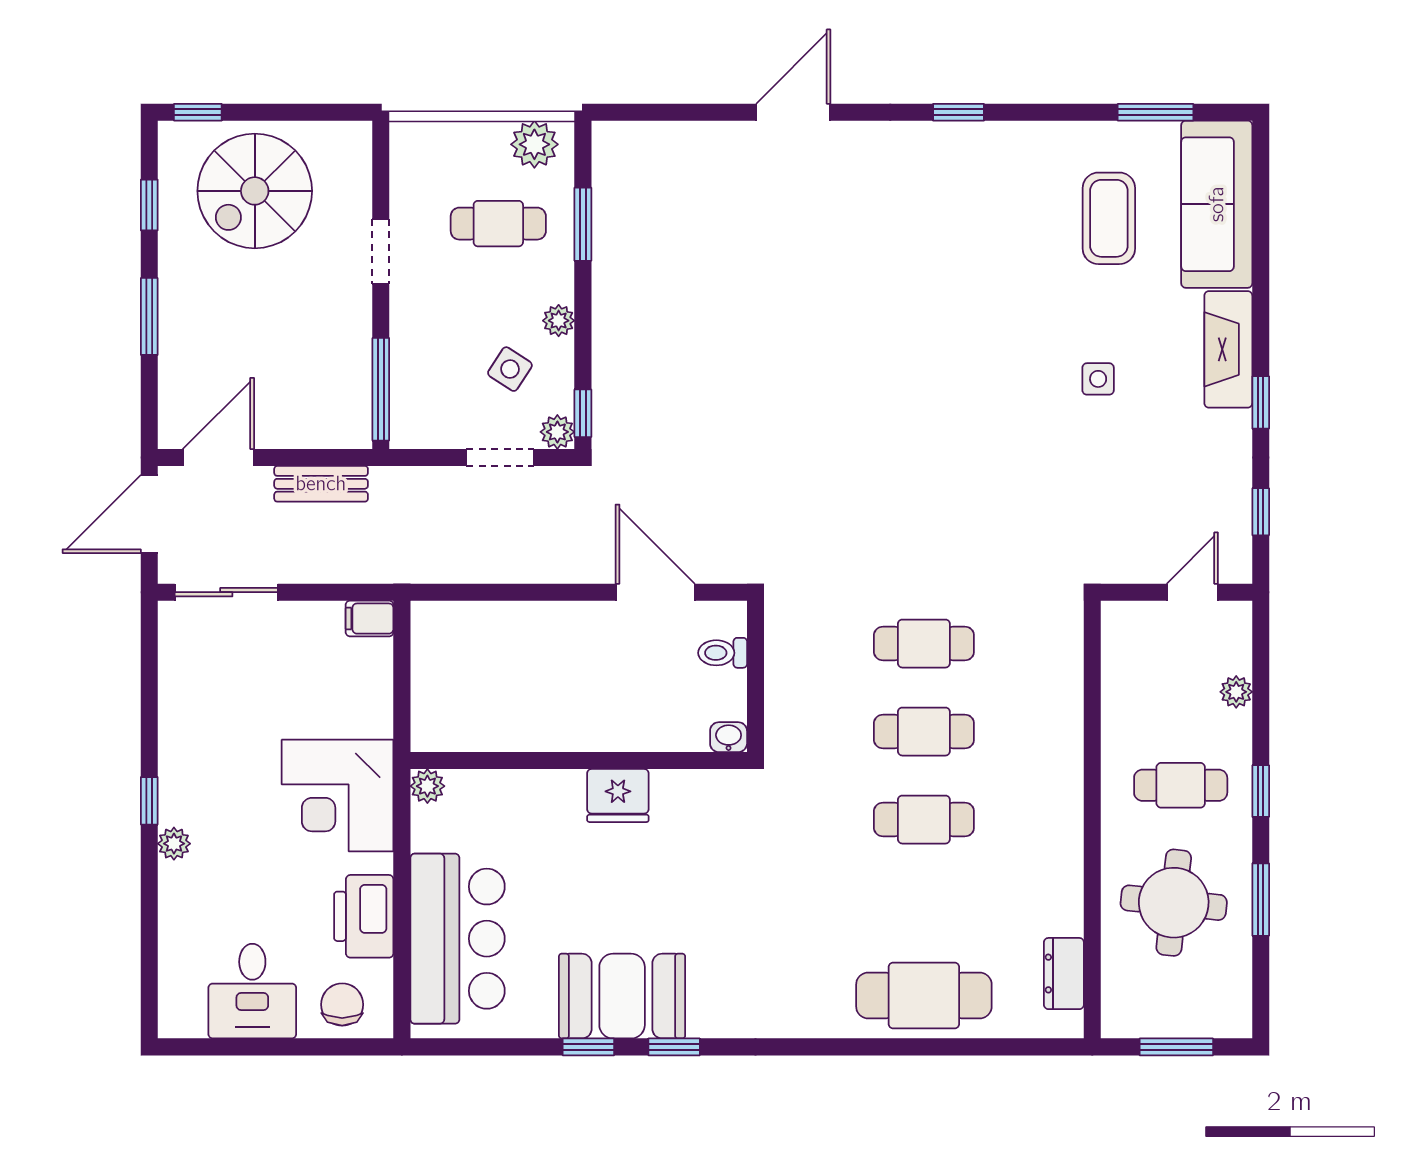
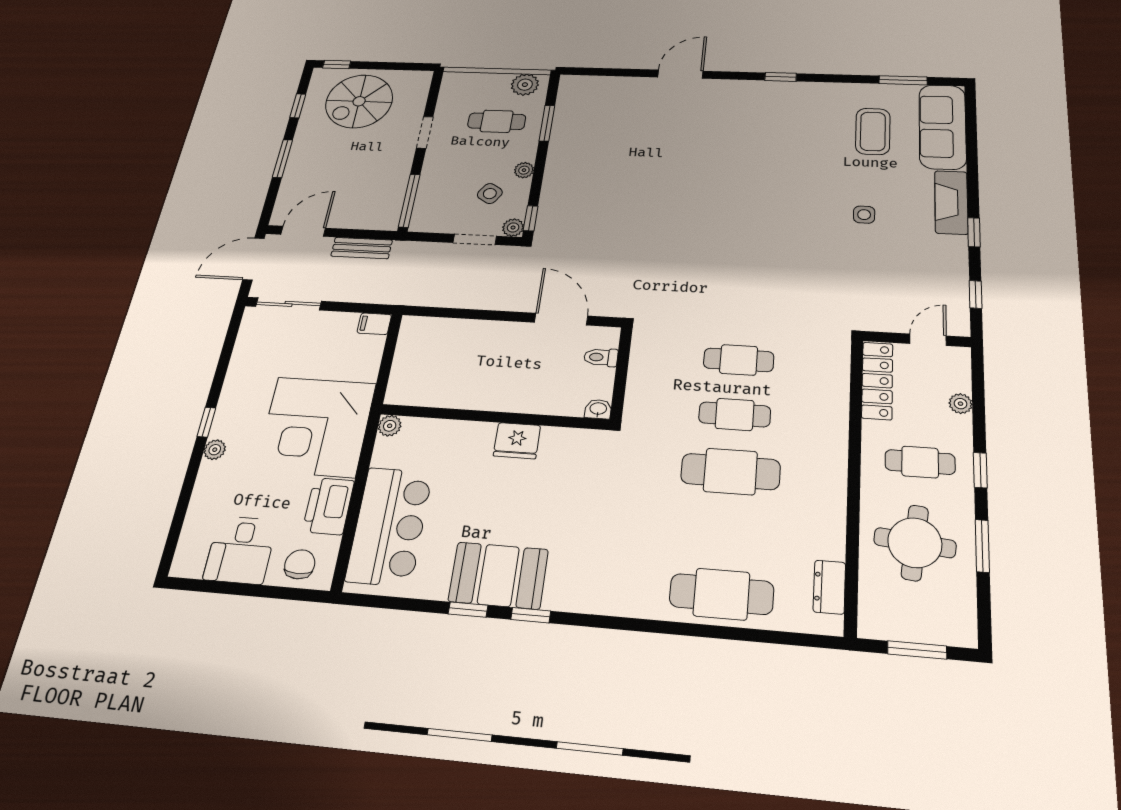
locker: (1122, 664) -> (877, 381), added
corner desk: (338, 796) -> (316, 427), width x1.36, depth x1.36
cafe table: (924, 820) -> (730, 472), width x1.37, depth x1.35

